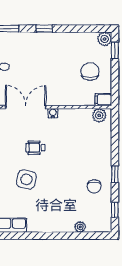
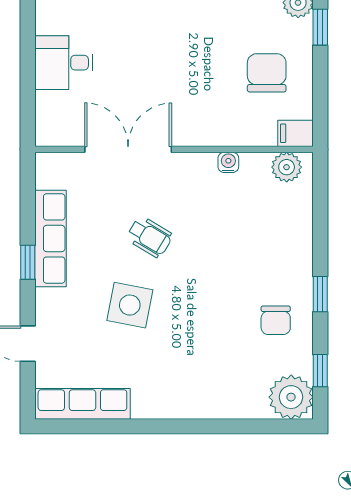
water cooler: (53, 113) -> (228, 162), moved
wheelchair: (36, 148) -> (149, 237), turned -149
plant: (80, 227) -> (291, 397), moved, width x1.88, depth x1.88

